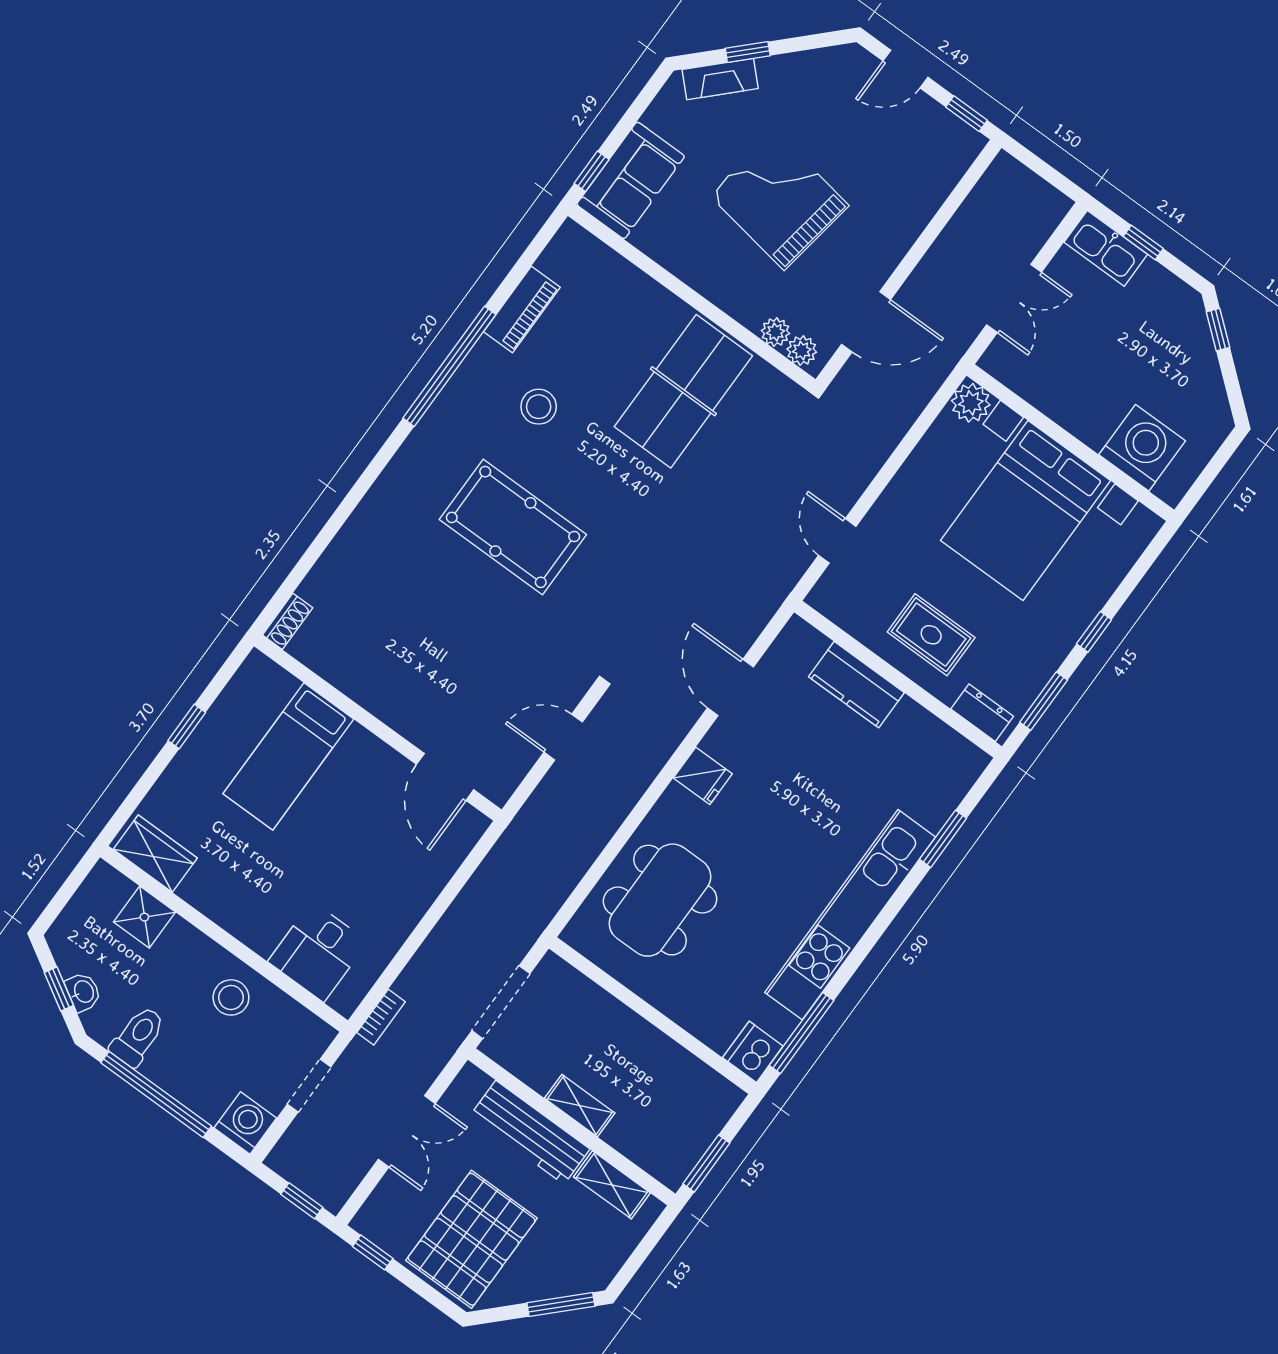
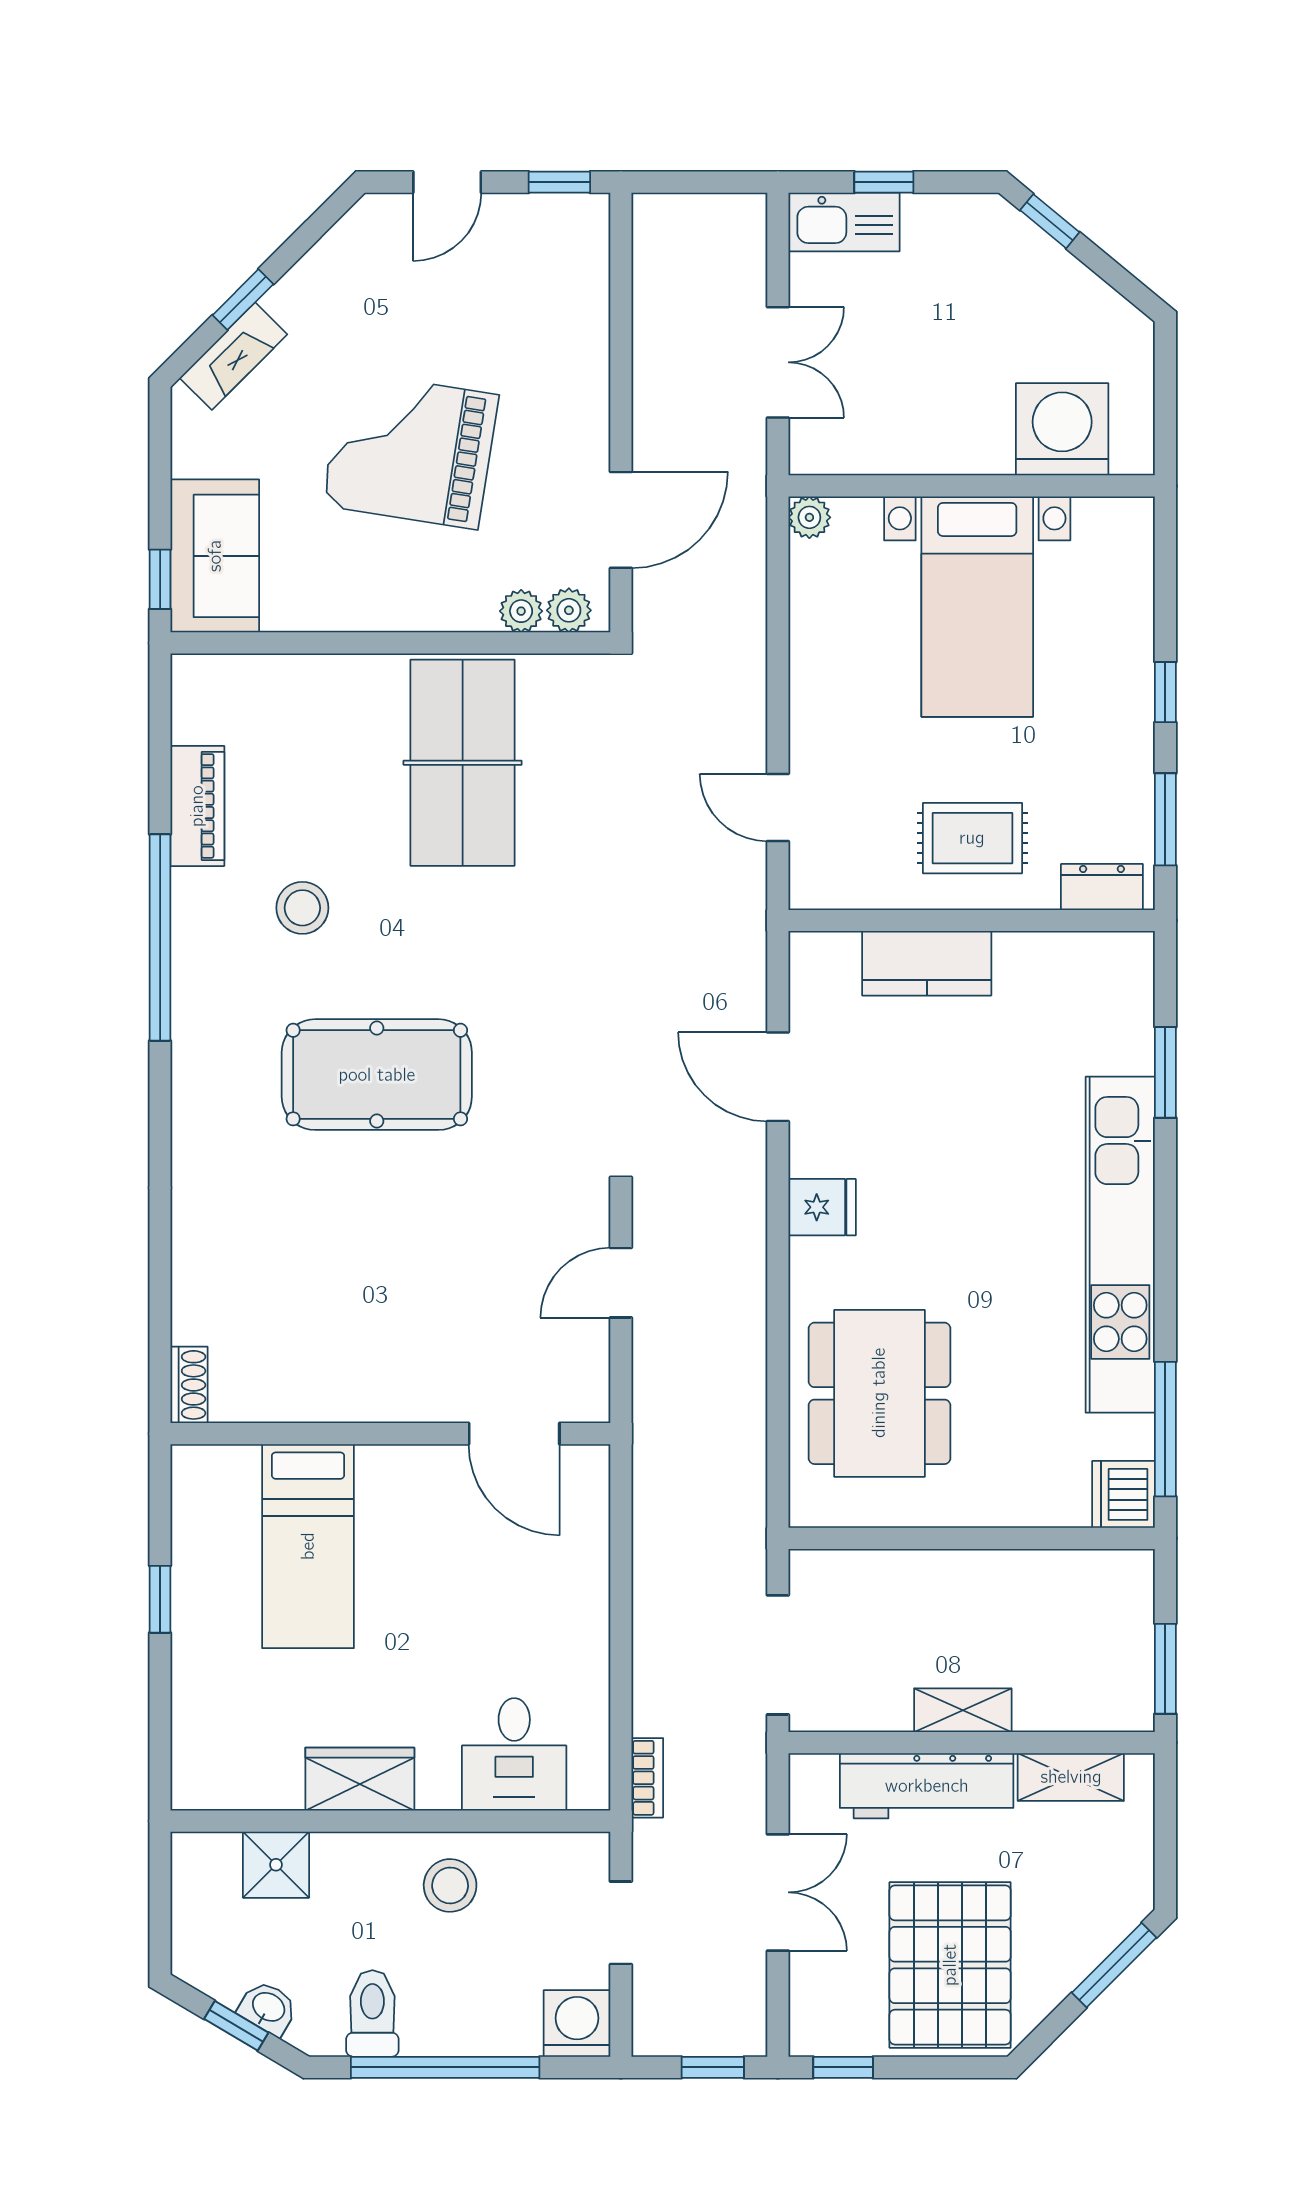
plant: (971, 403) -> (809, 517), width x0.73, depth x0.73
bed with nightstands: (1026, 511) -> (977, 607), width x0.73
wardrobe: (155, 854) -> (360, 1779), moved

